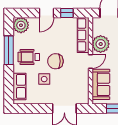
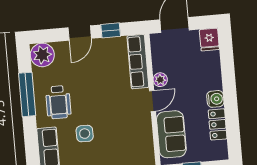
plant: (101, 44) -> (160, 80), width x0.53, depth x0.53
wheelchair: (29, 57) -> (58, 102), turned -90
chair: (55, 61) -> (99, 105), removed

